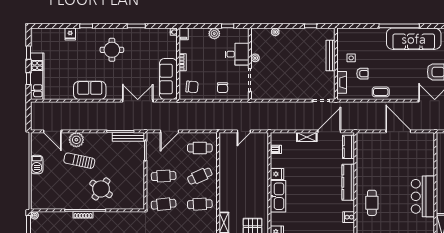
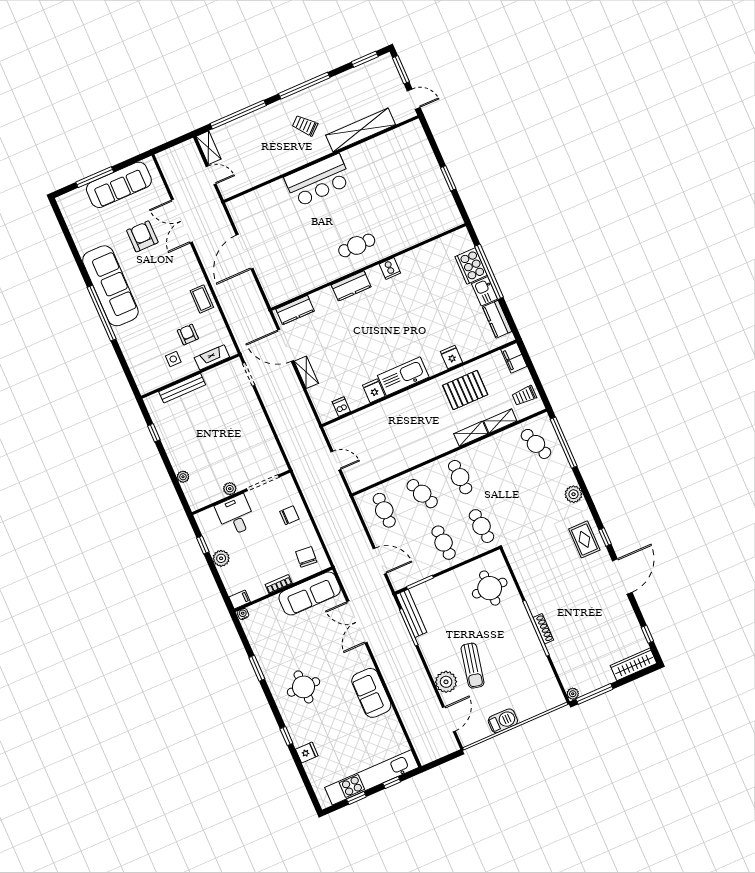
kitchen unit: (37, 76) -> (372, 777), width x1.36
kitchen counter: (348, 182) -> (351, 286), width x0.67
round table: (101, 189) -> (490, 588), moved, turned -35

